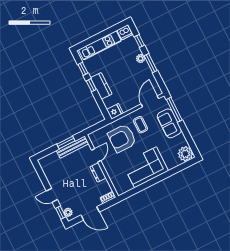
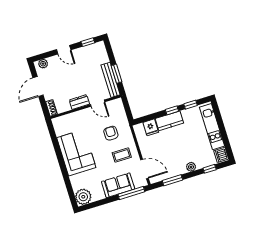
window: (151, 63) -> (172, 180), moved
fridge: (115, 111) -> (151, 127), moved
armchair: (122, 138) -> (111, 133), width x0.53, depth x0.53
door: (52, 195) -> (64, 50), swing flipped
window: (61, 213) -> (88, 42), moved

